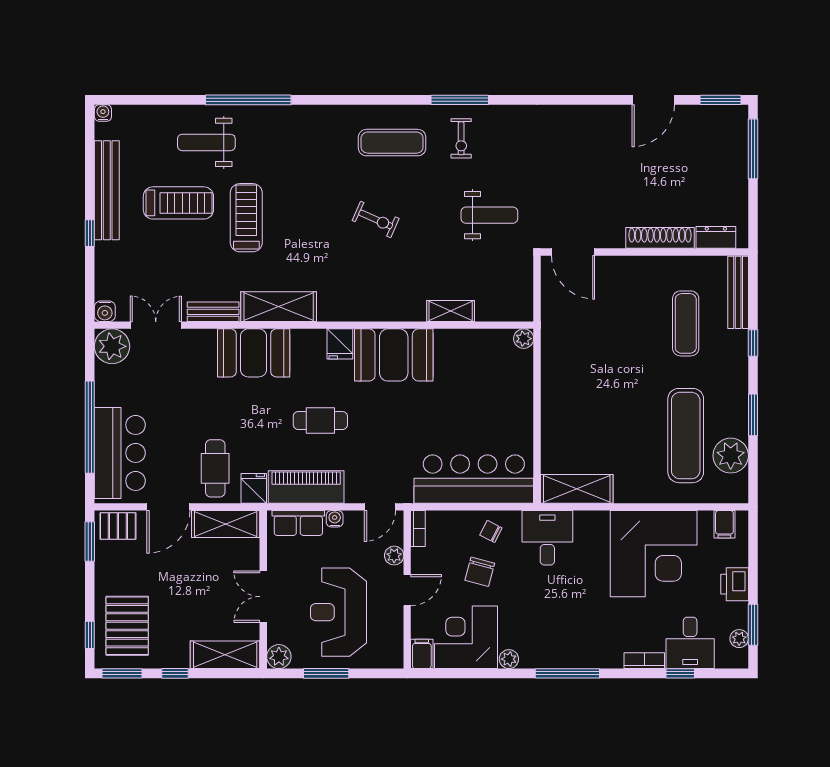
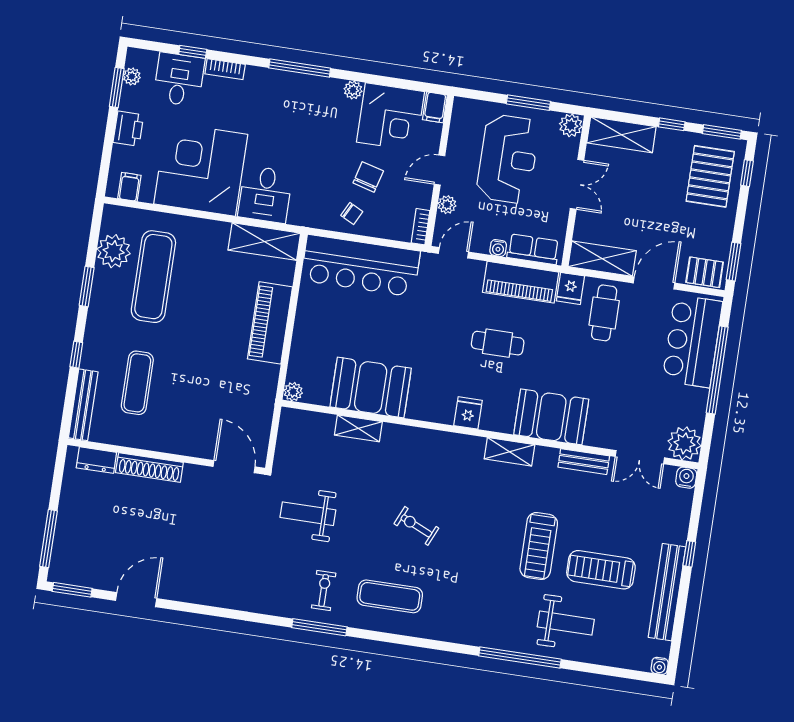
shelving: (279, 307) -> (509, 452), width x0.67, depth x0.75
booth: (394, 355) -> (371, 388), moved
piano: (558, 406) -> (270, 323), added
desk: (547, 538) -> (265, 194), moved

